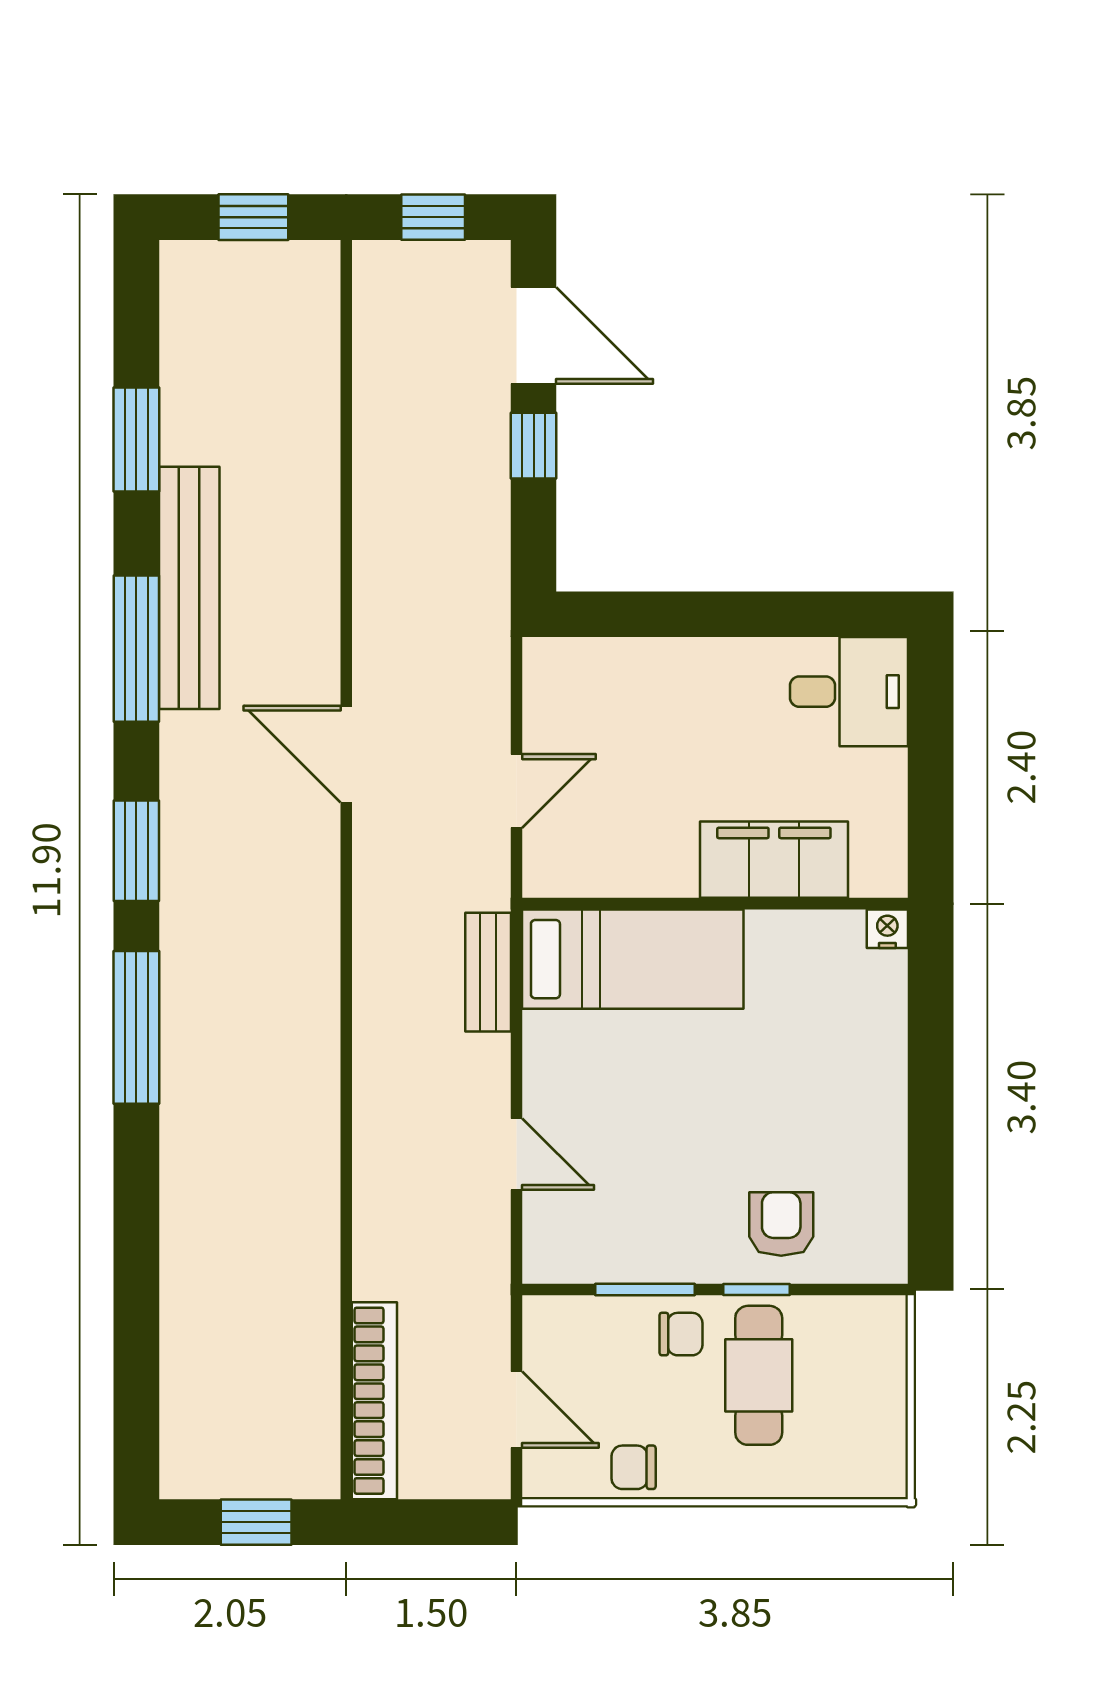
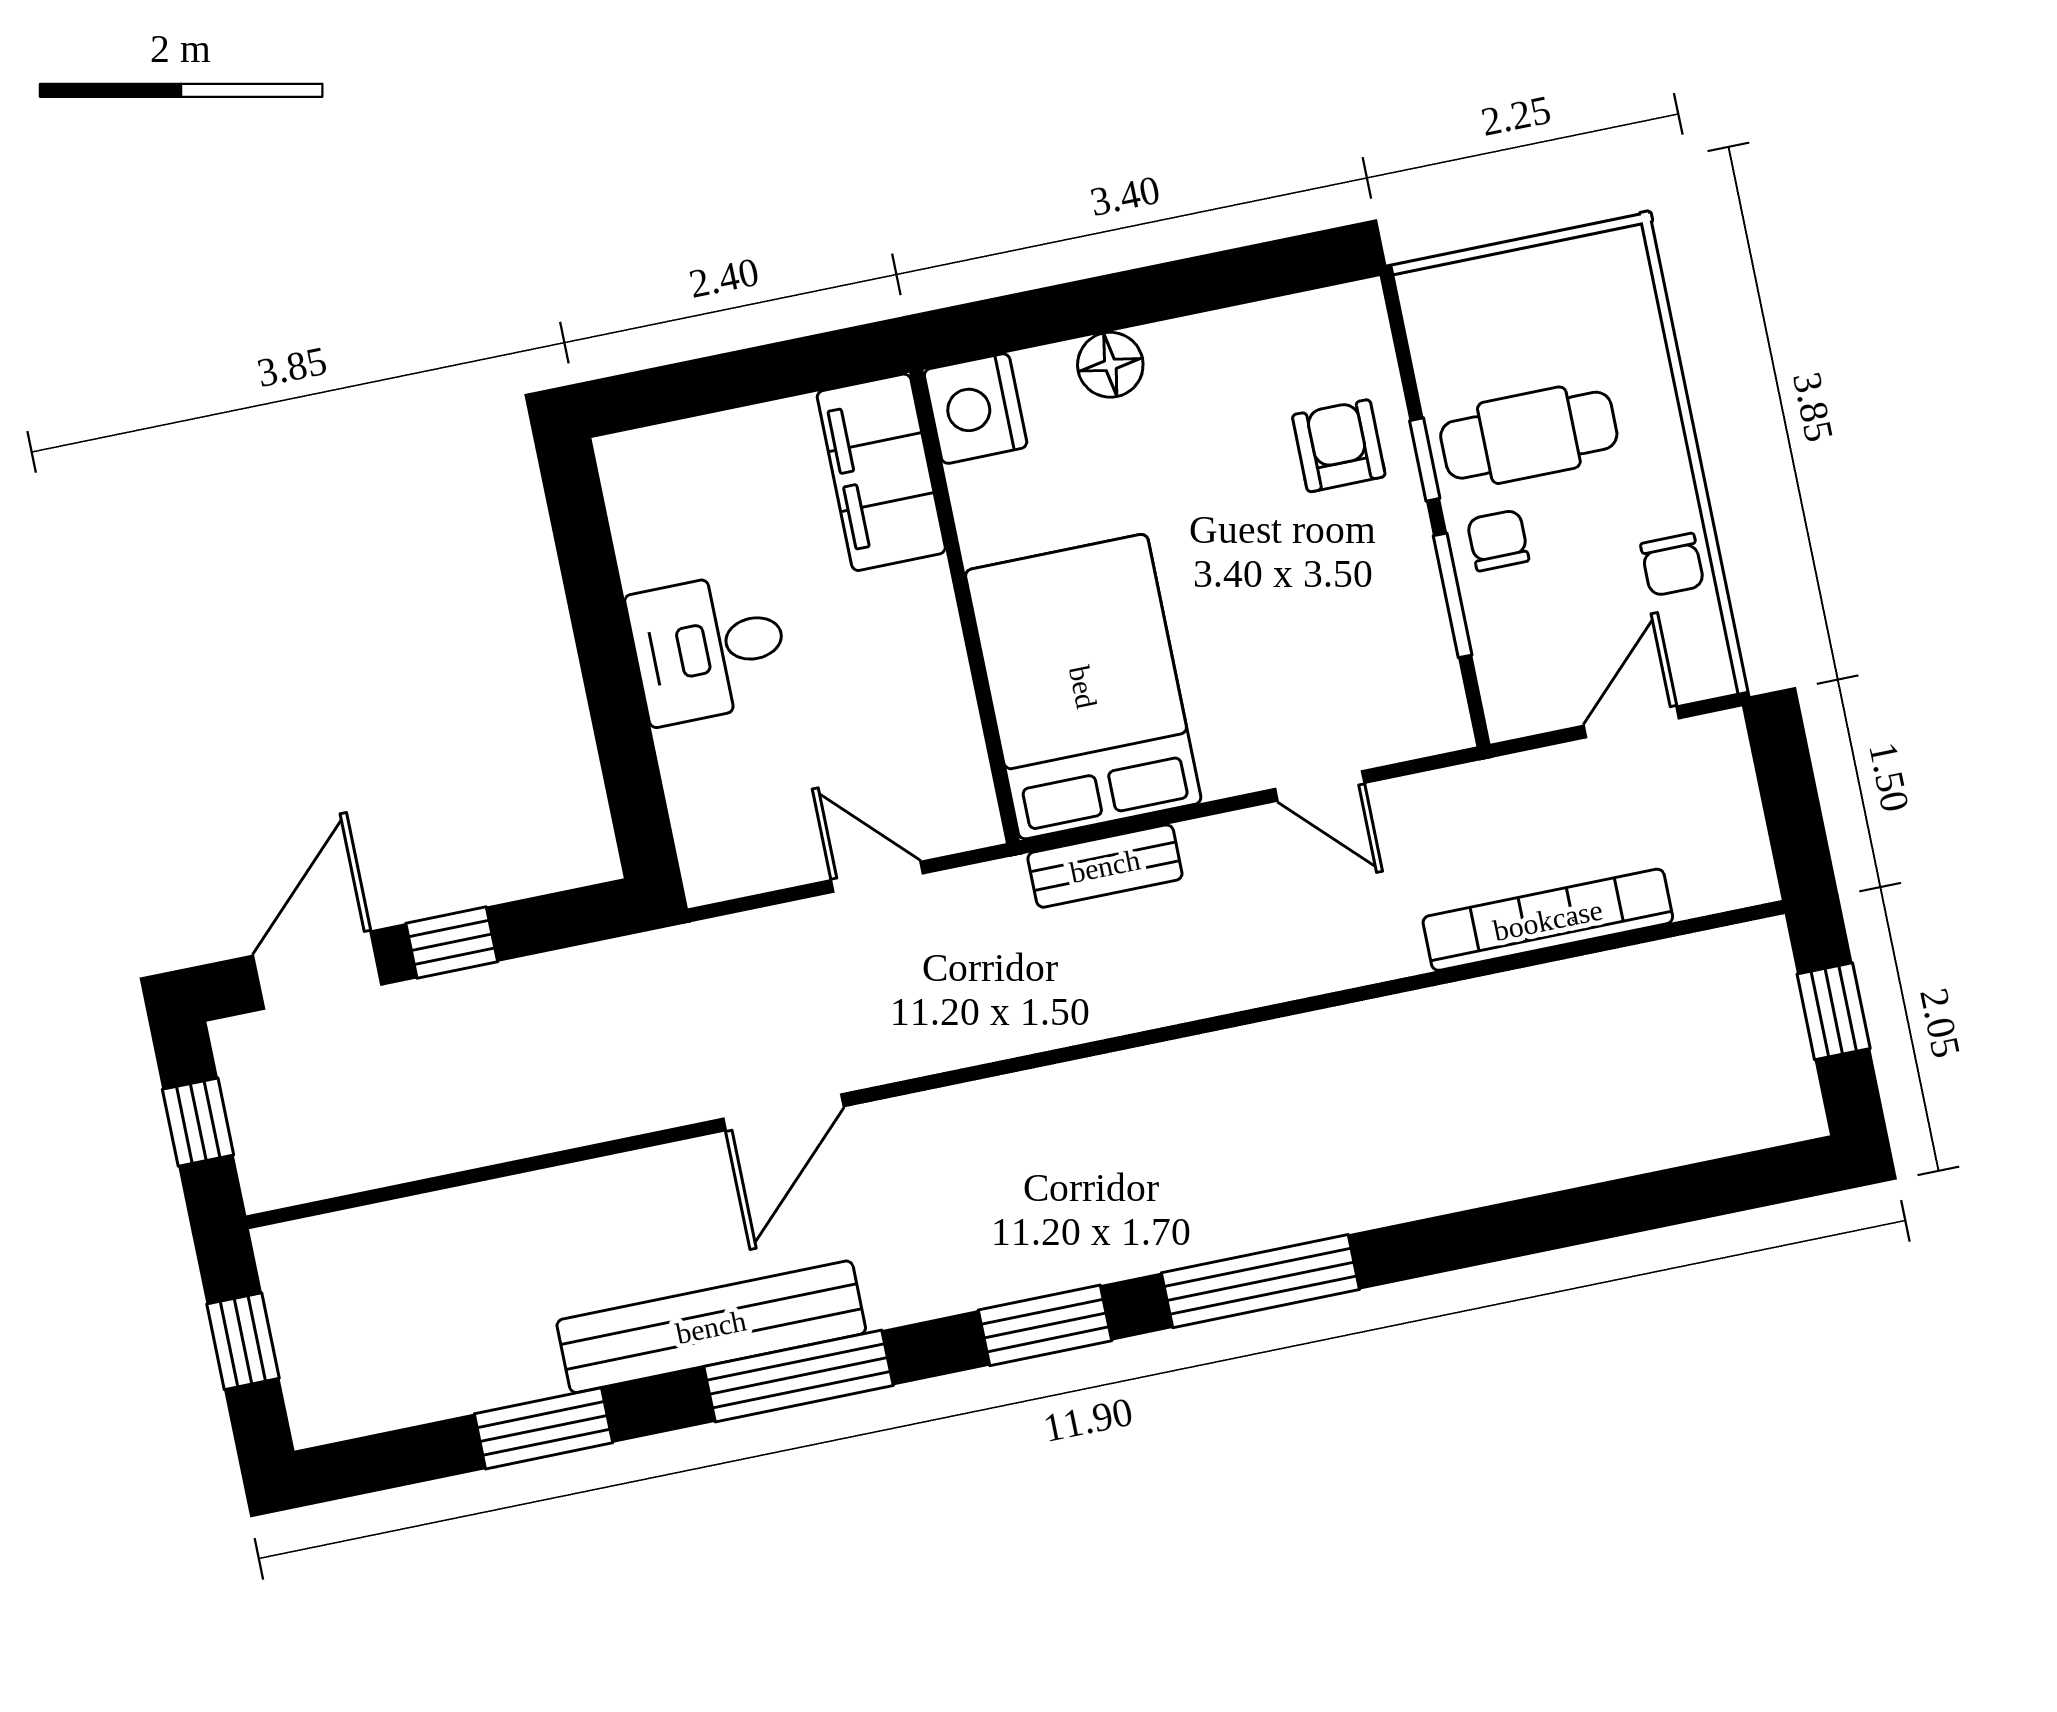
desk: (849, 692) -> (709, 648), moved, turned -90
door: (346, 754) -> (783, 1112), moved
filing cabinet: (774, 860) -> (881, 472), moved
nightstand: (887, 929) -> (976, 409), width x1.89, depth x1.79
bed: (633, 959) -> (1083, 687), width x1.50
floor lamp: (882, 1057) -> (1110, 365), added
door: (516, 1154) -> (1320, 786), swing flipped
armchair: (781, 1224) -> (1339, 446), turned 90
bookcase: (374, 1401) -> (1548, 920), moved

